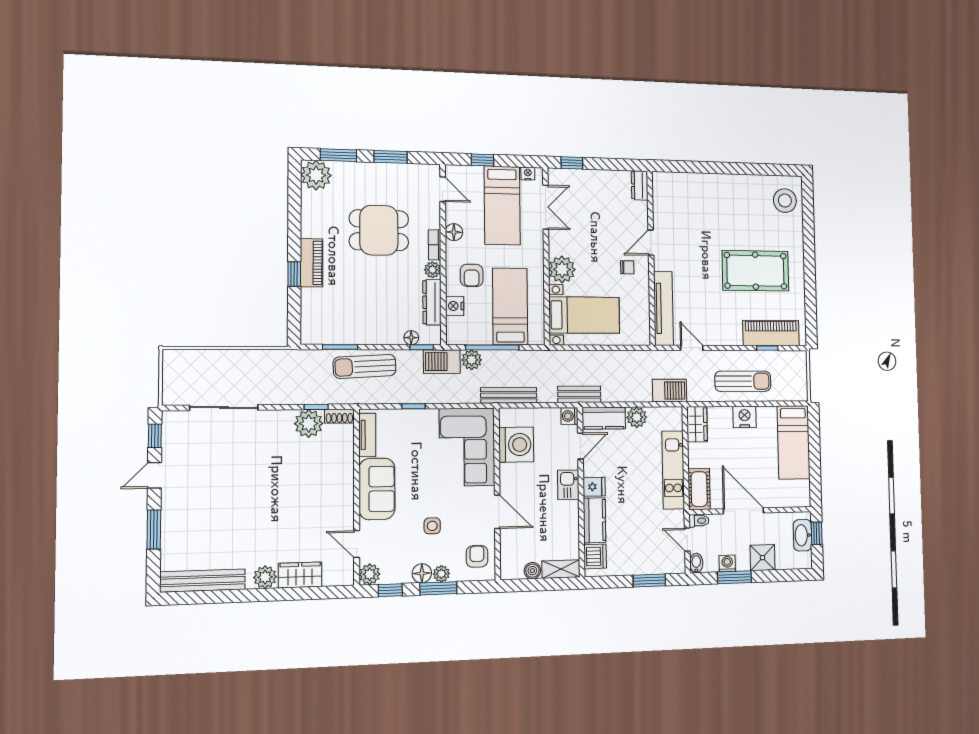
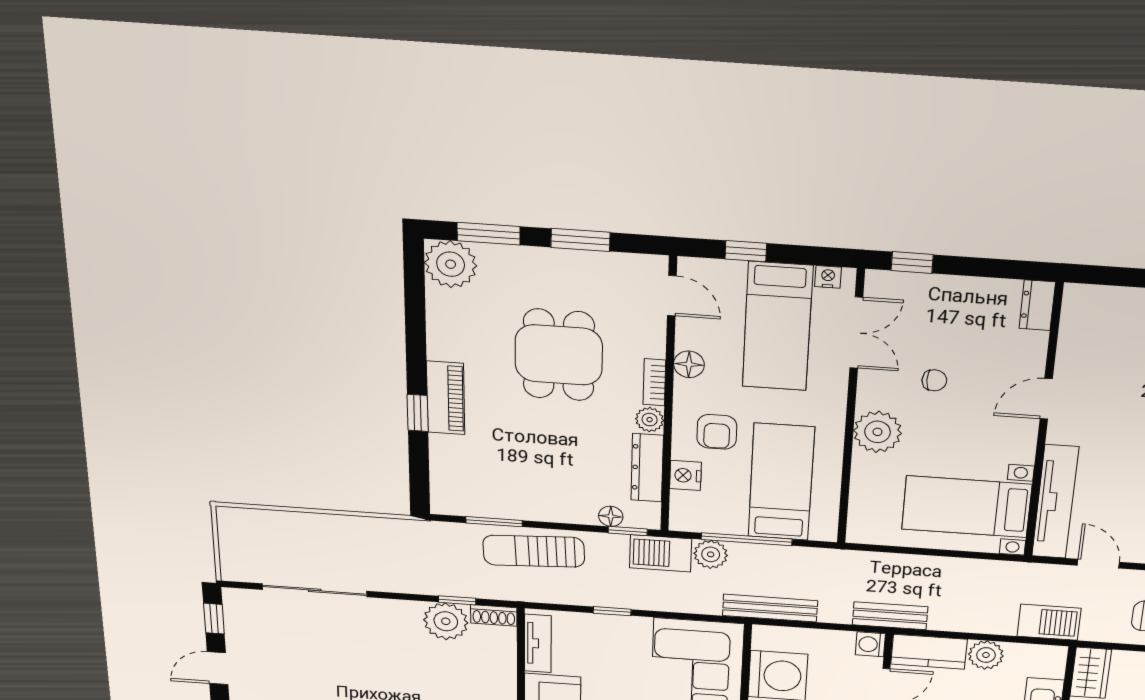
dining table: (379, 230) -> (559, 355), turned 90
chair: (627, 267) -> (934, 380), moved
bed with nightstands: (584, 315) -> (967, 507), moved, turned 180

